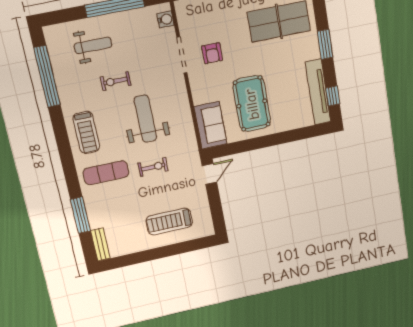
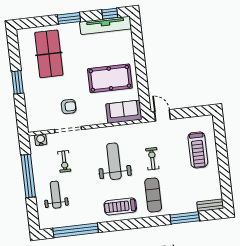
exercise bike: (116, 81) -> (64, 161), moved
weight bench: (145, 119) -> (114, 161), turned 90
treadmill: (86, 132) -> (120, 206), turned 180

